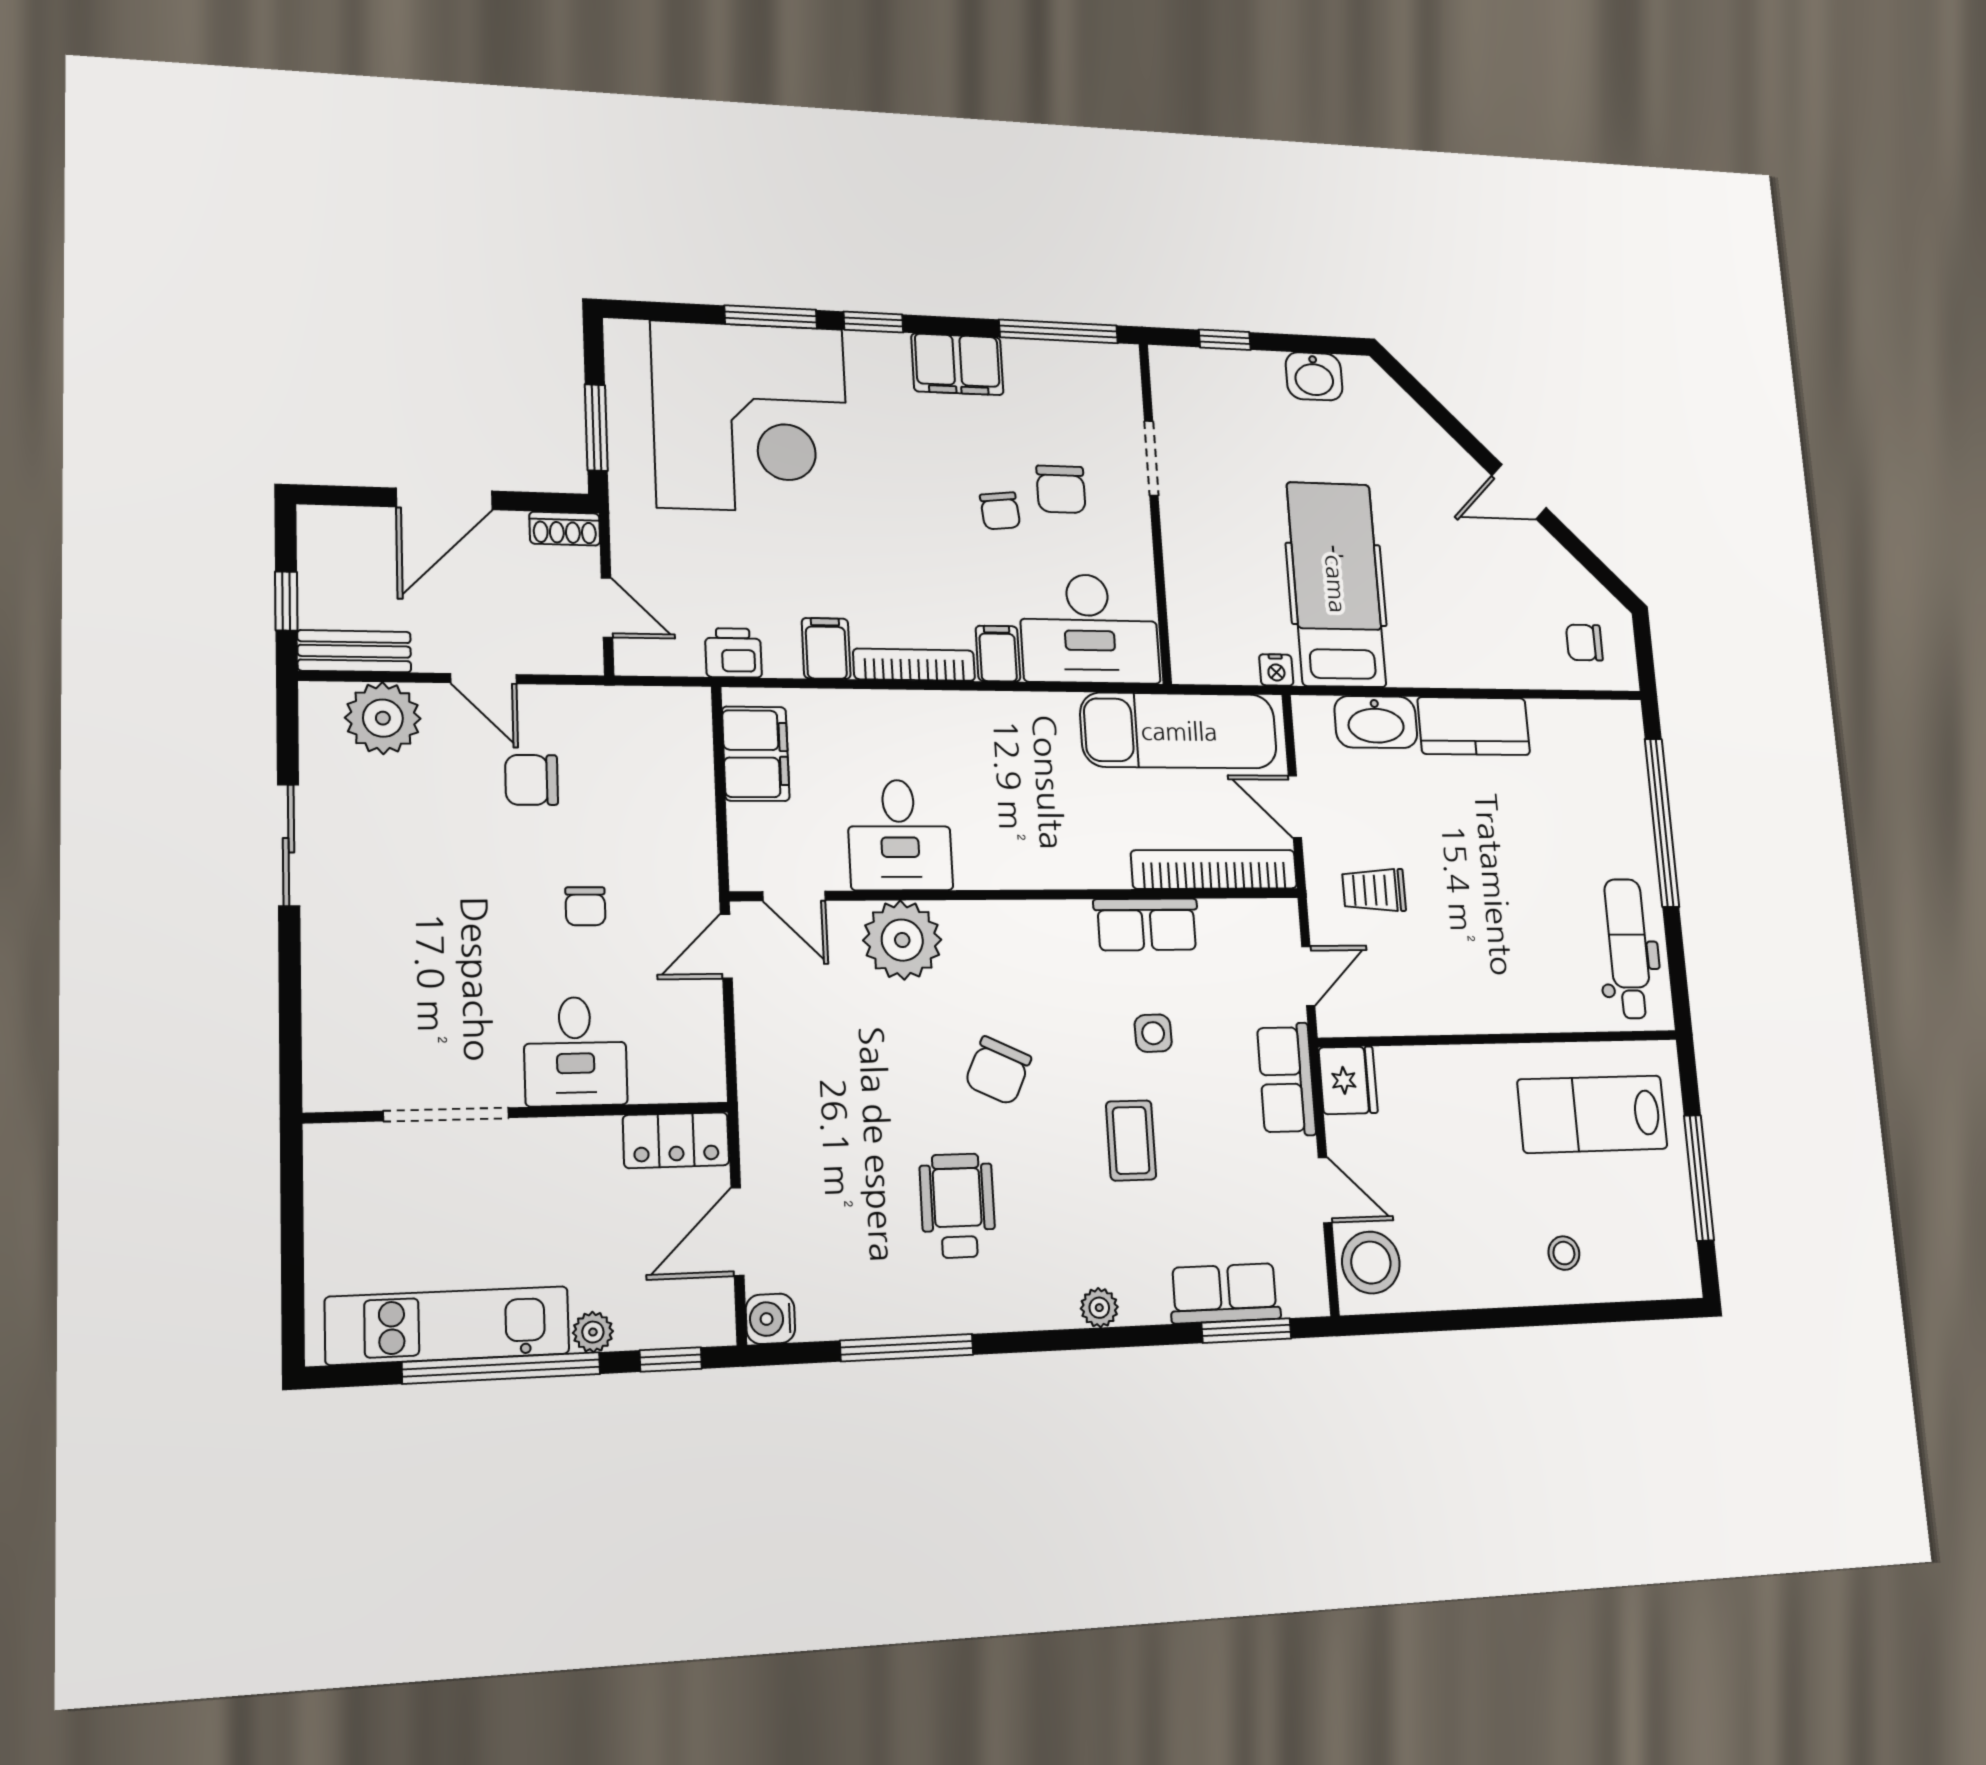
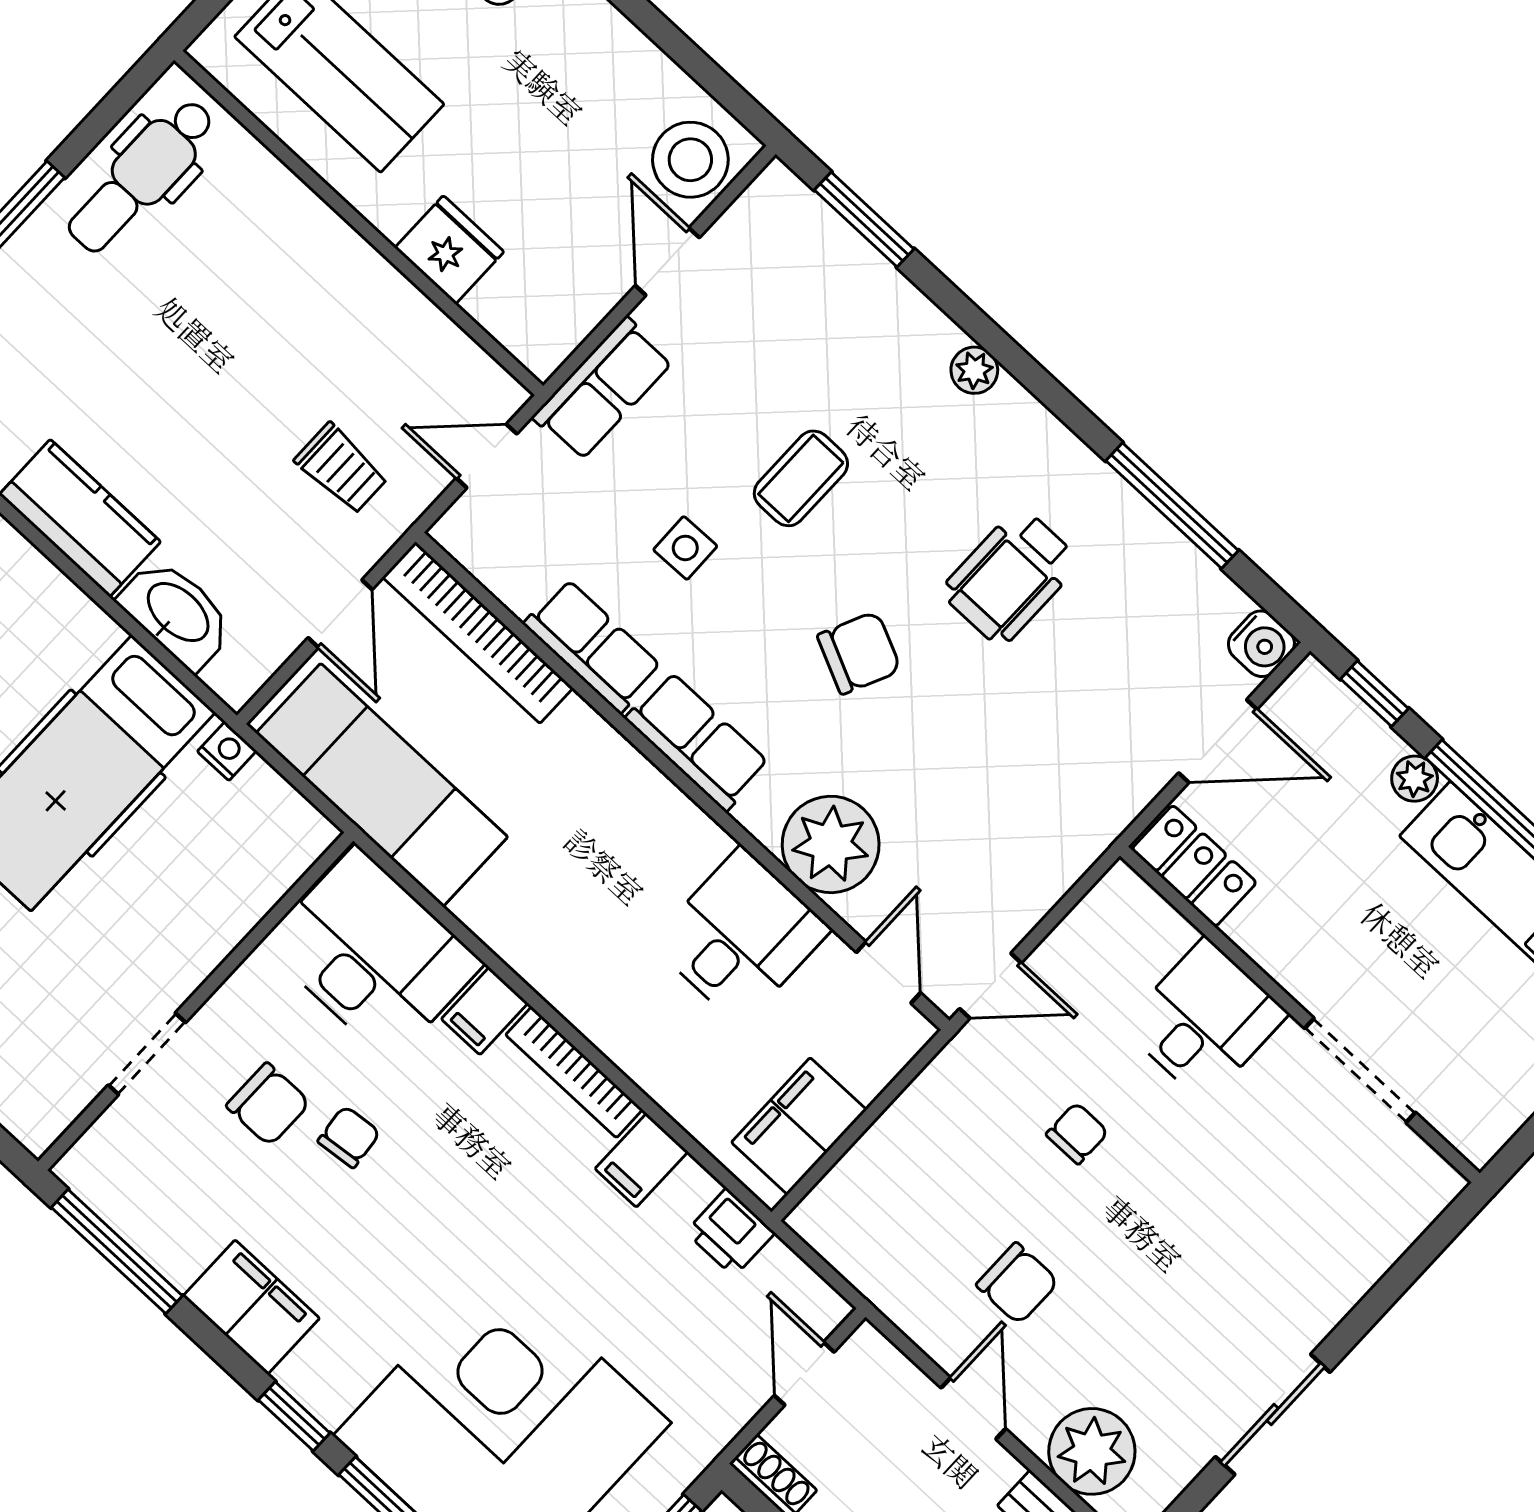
chair: (1061, 489) -> (268, 1104), turned 90
fridge: (1348, 1080) -> (449, 250), moved, turned 90
row of seats: (1225, 1293) -> (697, 741), moved, turned 180

